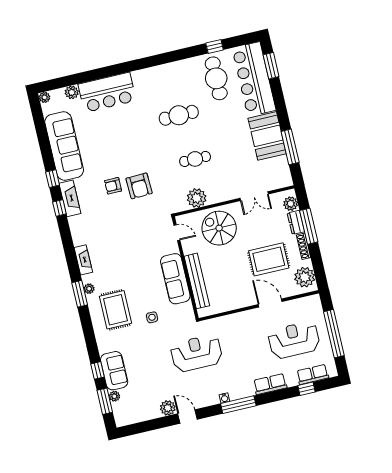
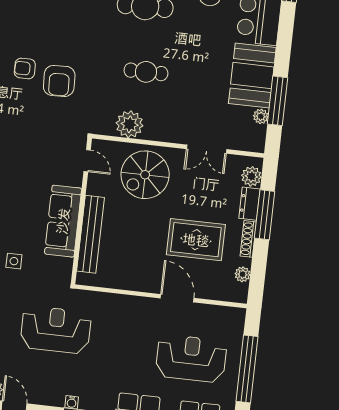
plant: (283, 161) -> (261, 116), added
spiral stairs: (219, 228) -> (145, 175), turned -90
plant: (305, 277) -> (243, 274), width x0.53, depth x0.53

